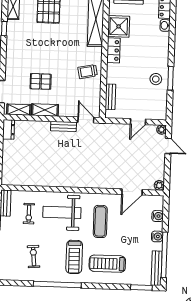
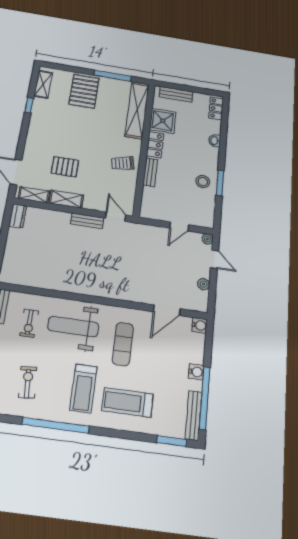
washbasin: (165, 25) -> (215, 141), moved
bench: (110, 97) -> (150, 172), moved
plant: (159, 185) -> (203, 284), moved
water cooler: (158, 216) -> (200, 325), moved

